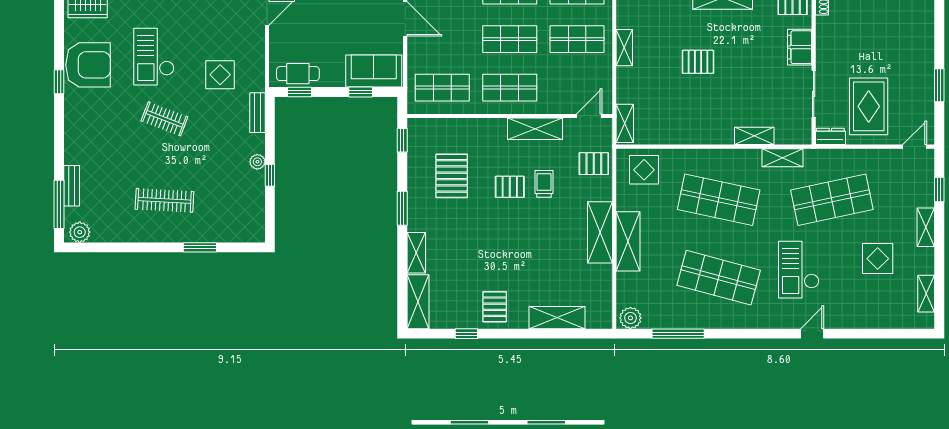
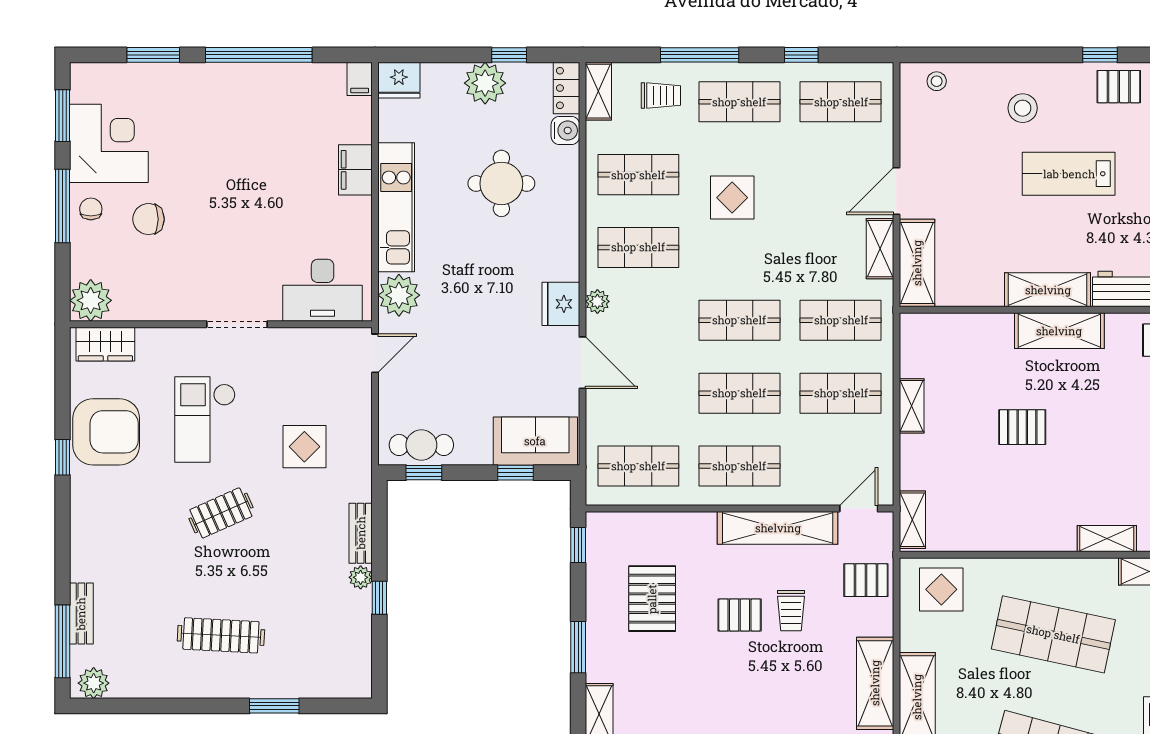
bench: (257, 113) -> (361, 533), moved
clothes rail: (164, 119) -> (221, 513), turned -45
shelving: (535, 129) -> (778, 528), width x1.47
trolley: (544, 184) -> (791, 611), turned 180

